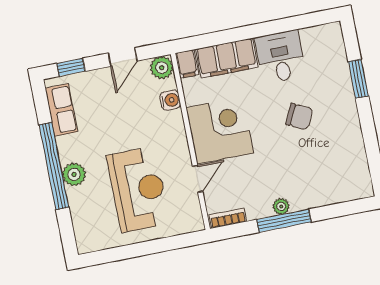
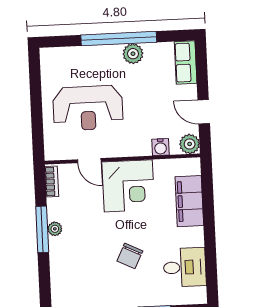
desk: (280, 57) -> (185, 267), moved
filing cabinet: (187, 64) -> (190, 166), removed
window: (71, 67) -> (202, 66), removed
row of seats: (61, 110) -> (186, 62), moved, turned 90
plant: (74, 174) -> (133, 54), moved

